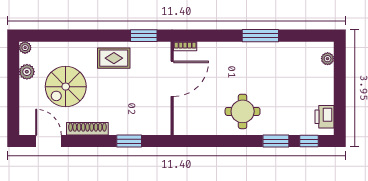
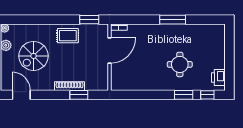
plant: (328, 59) -> (221, 36), removed
round table: (243, 111) -> (180, 64), moved
shoe rack: (87, 129) -> (70, 86), moved

